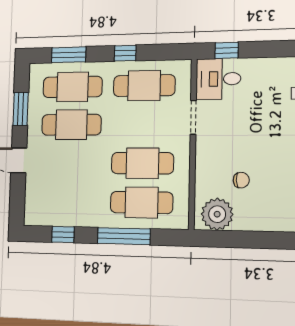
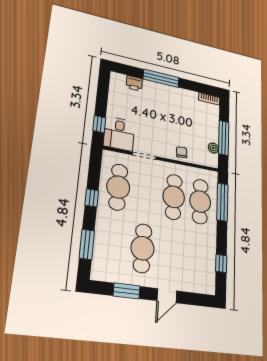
cafe table: (73, 87) -> (113, 244), removed
chair: (241, 180) -> (182, 152), moved
plant: (217, 214) -> (213, 148), width x0.53, depth x0.53
window: (124, 236) -> (222, 202), moved
window: (244, 239) -> (224, 138), added

